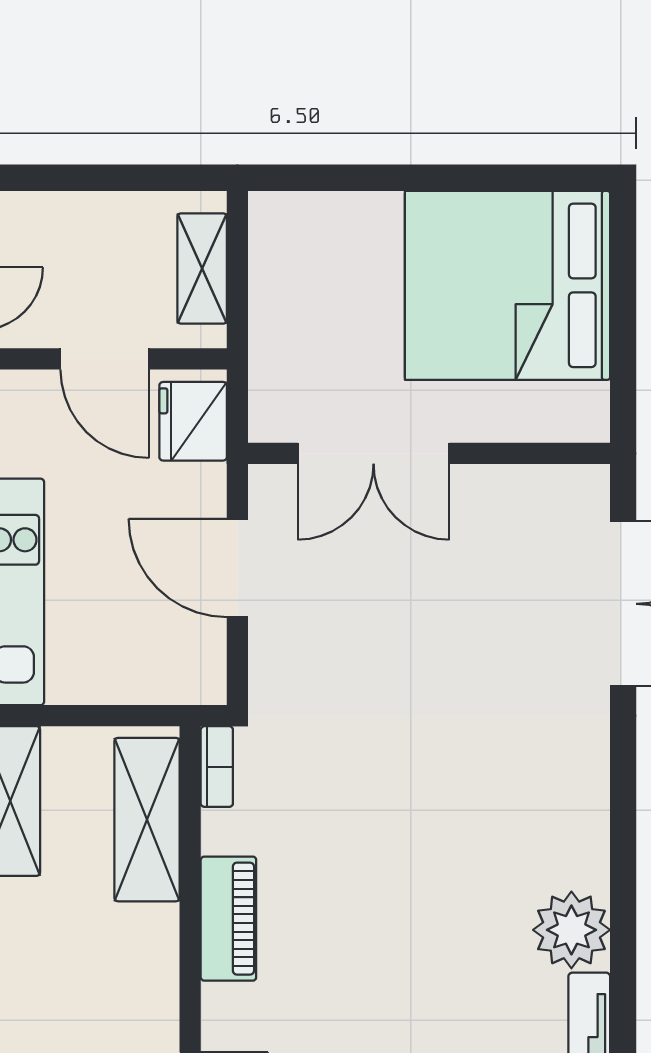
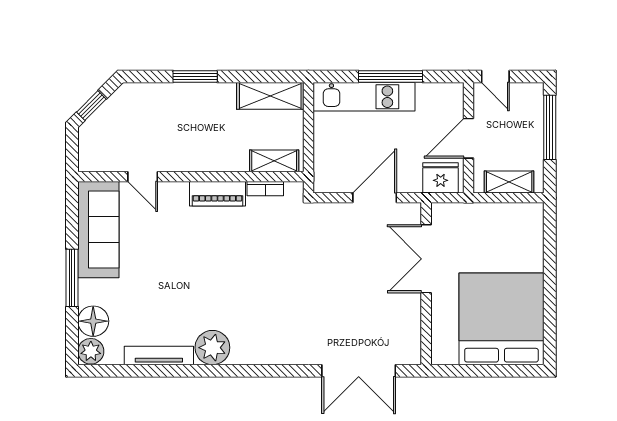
window: (80, 178) -> (550, 127), added
bookcase: (217, 767) -> (265, 189), moved
shelving: (147, 820) -> (274, 161), width x0.67, depth x0.75

